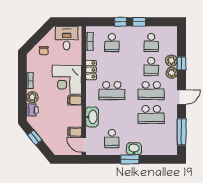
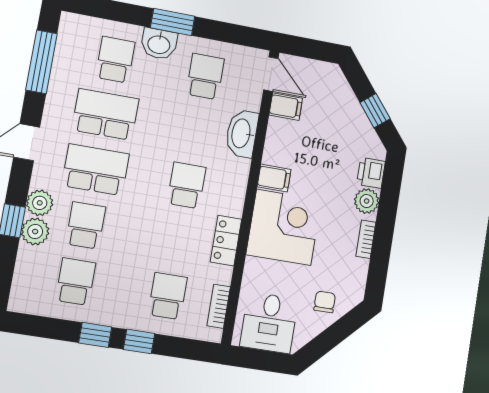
school desk: (112, 91) -> (187, 185), width x0.54
school desk: (151, 139) -> (115, 60), added

